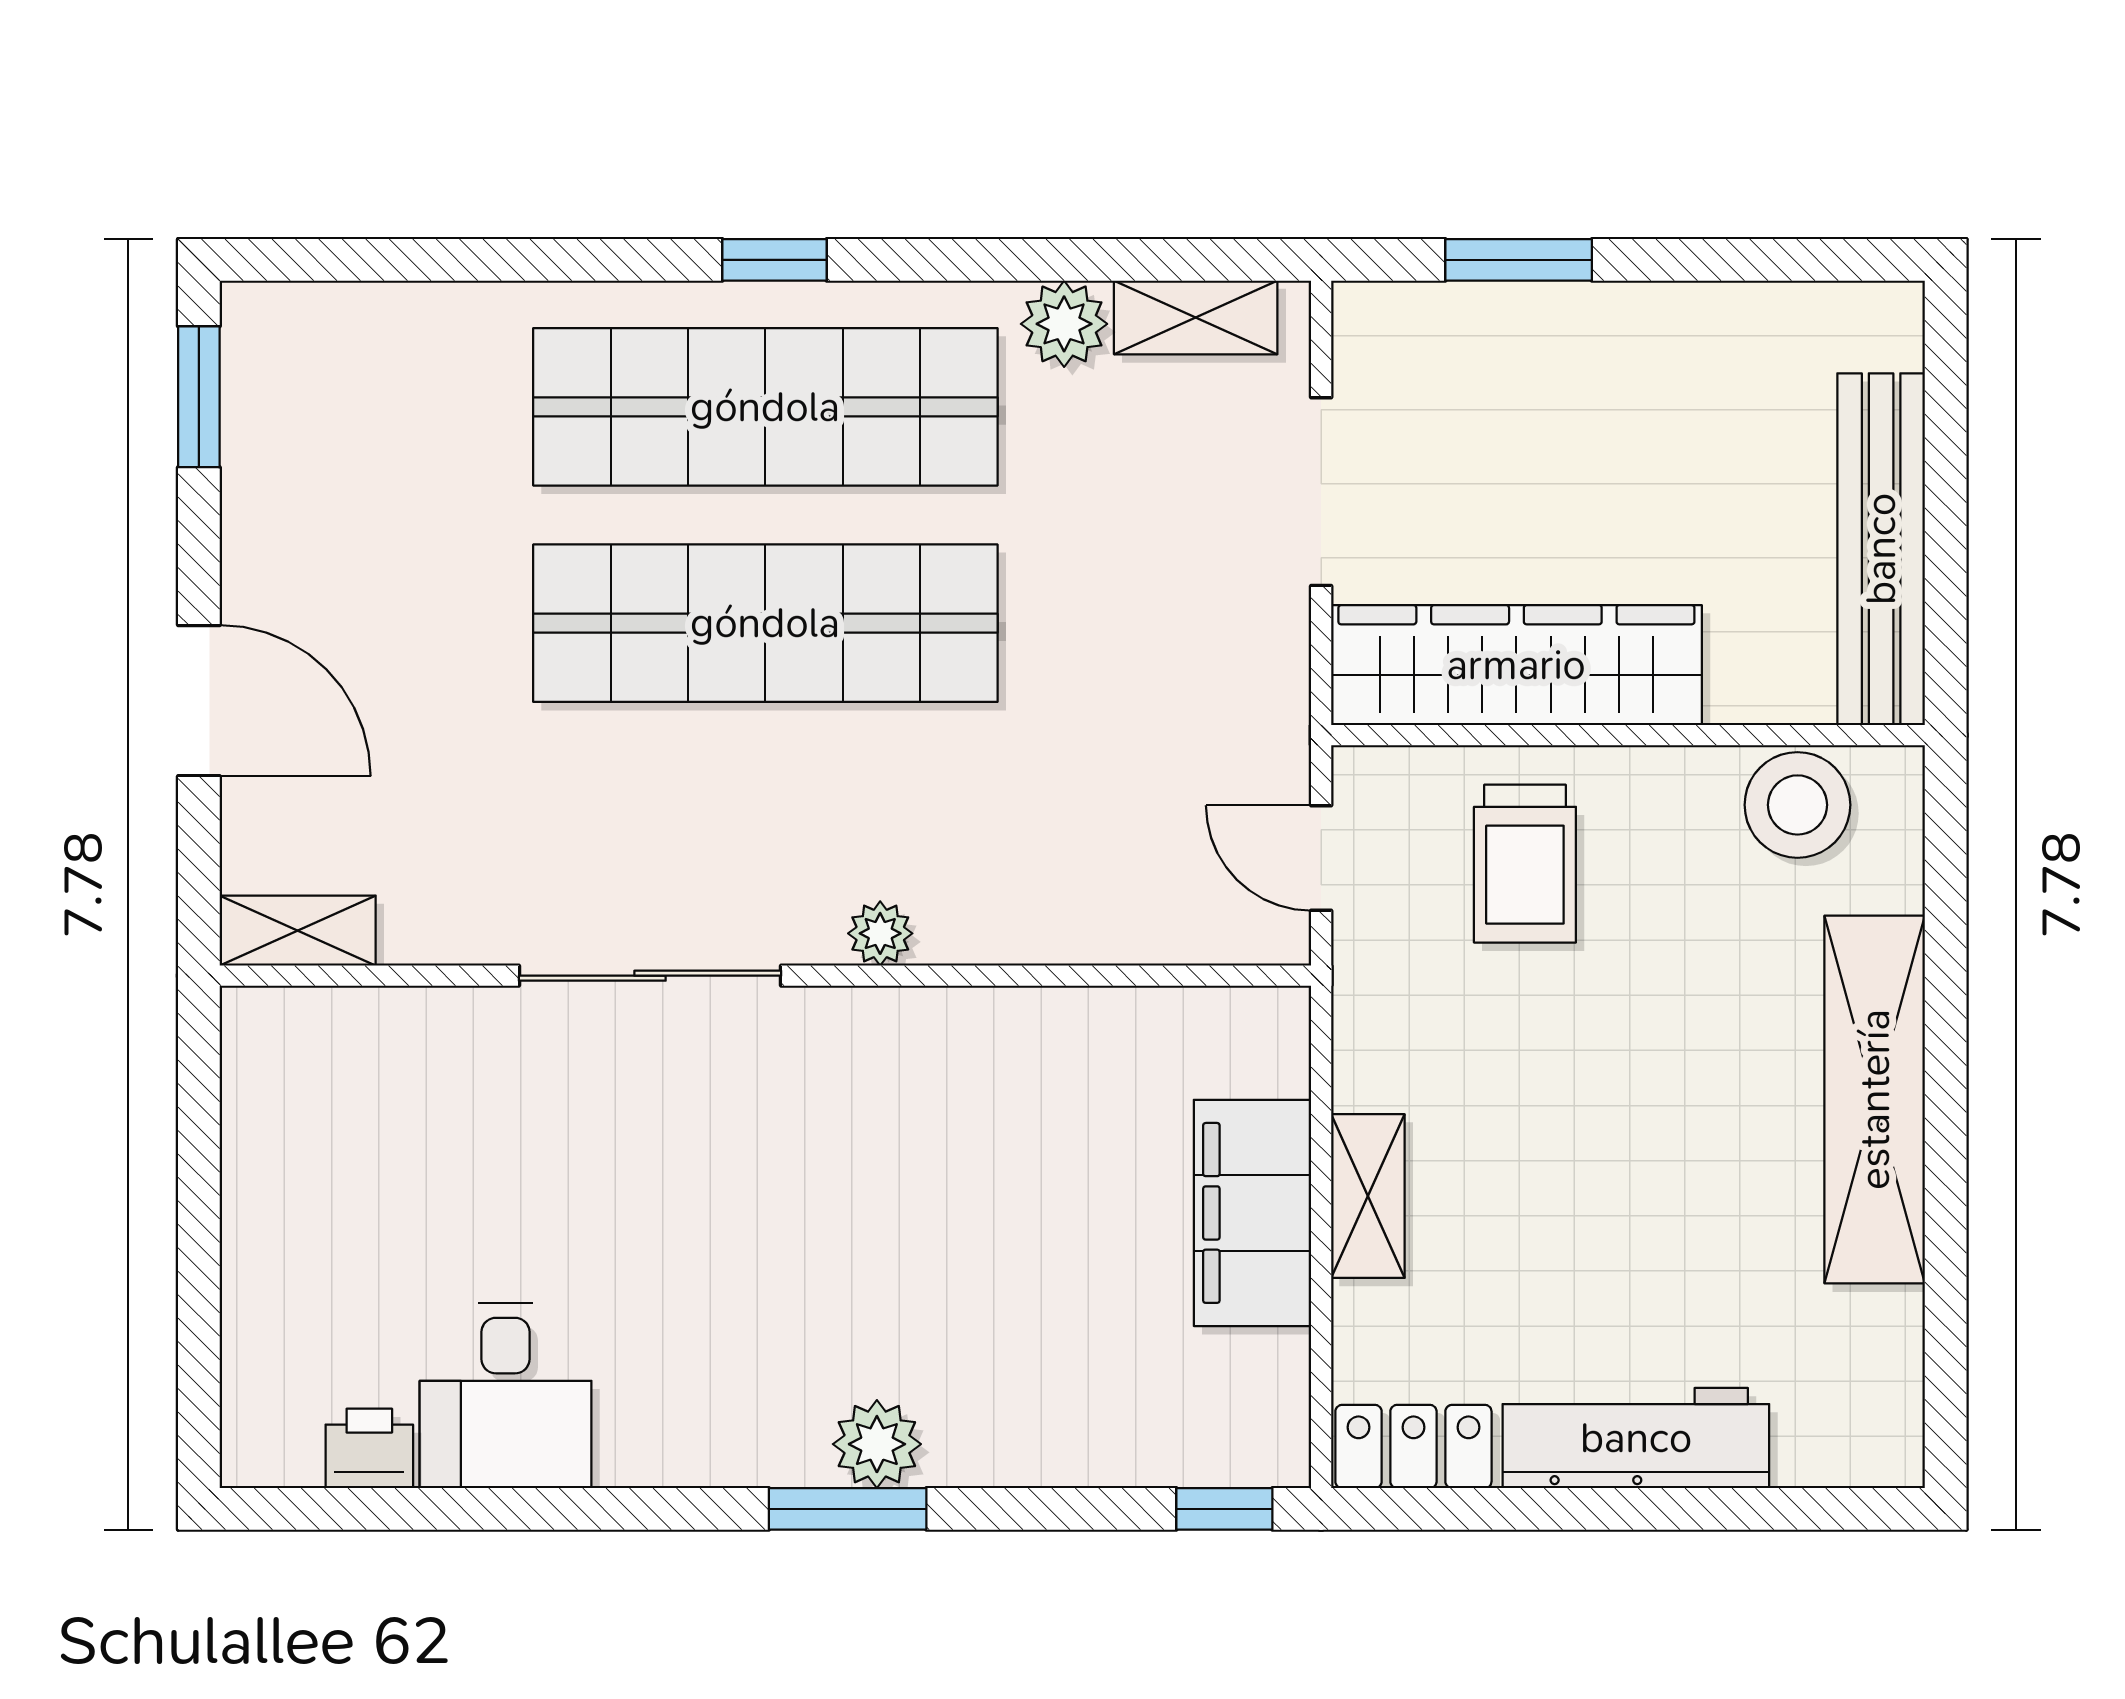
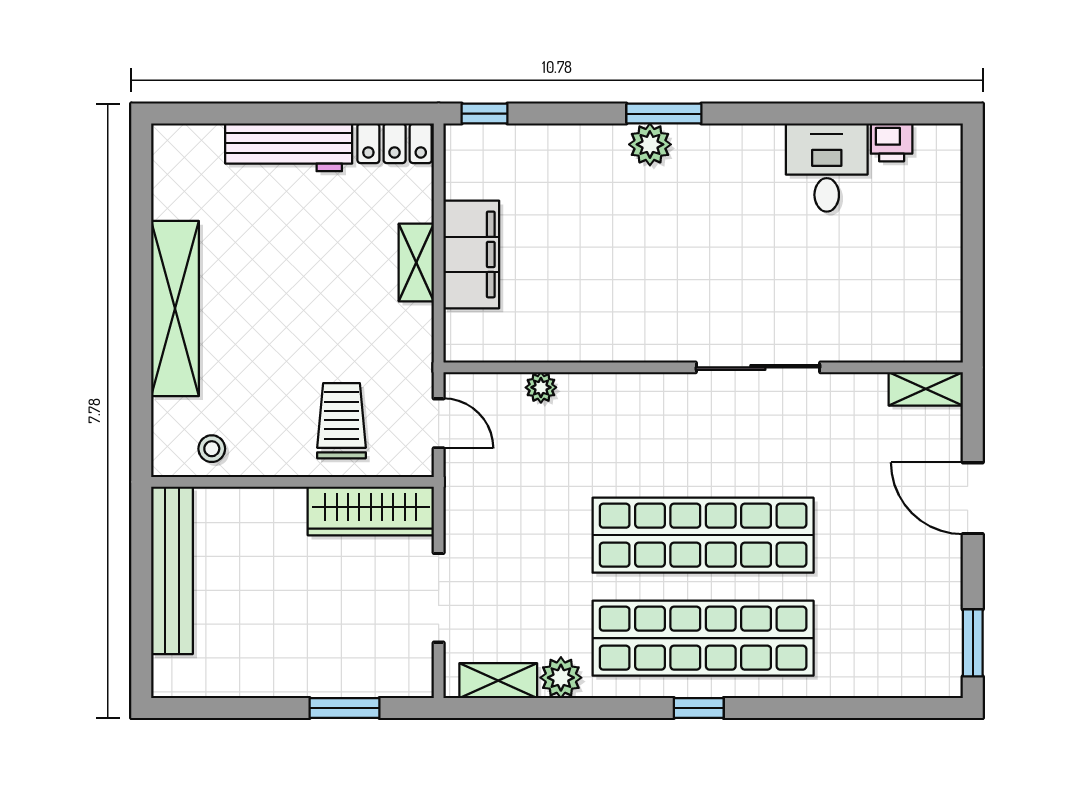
wardrobe: (1516, 665) -> (371, 511), width x0.71, depth x0.85
stool: (1797, 805) -> (212, 449), width x0.53, depth x0.53
plant: (880, 933) -> (541, 387), moved

